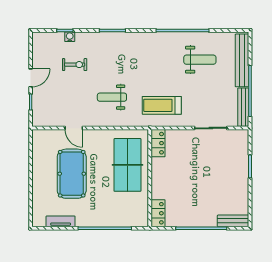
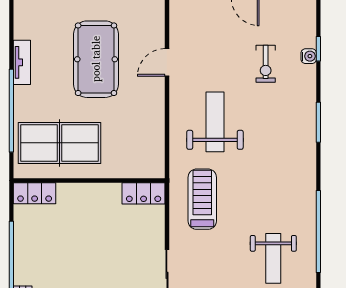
weight bench: (112, 97) -> (215, 122), width x1.36, depth x1.33
table tennis table: (127, 165) -> (60, 143), moved
pool table: (72, 174) -> (96, 59), turned 90
tv unit: (61, 221) -> (22, 62), moved

